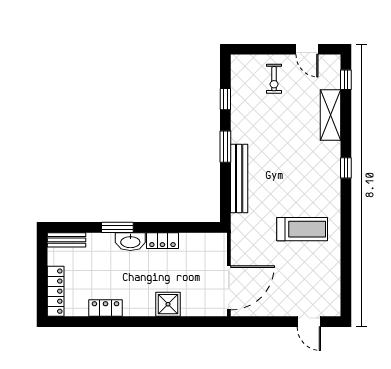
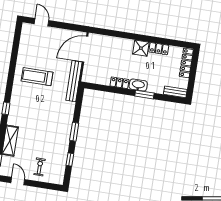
bench: (239, 179) -> (74, 81), moved
shower: (168, 304) -> (141, 48), moved

